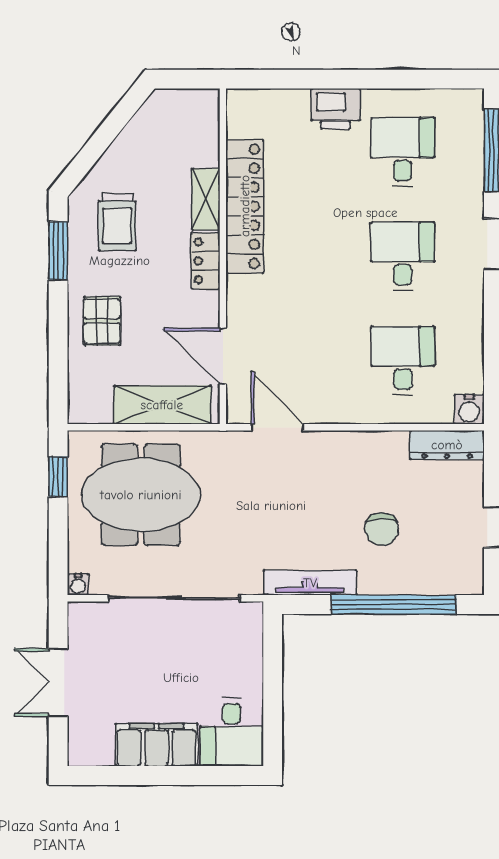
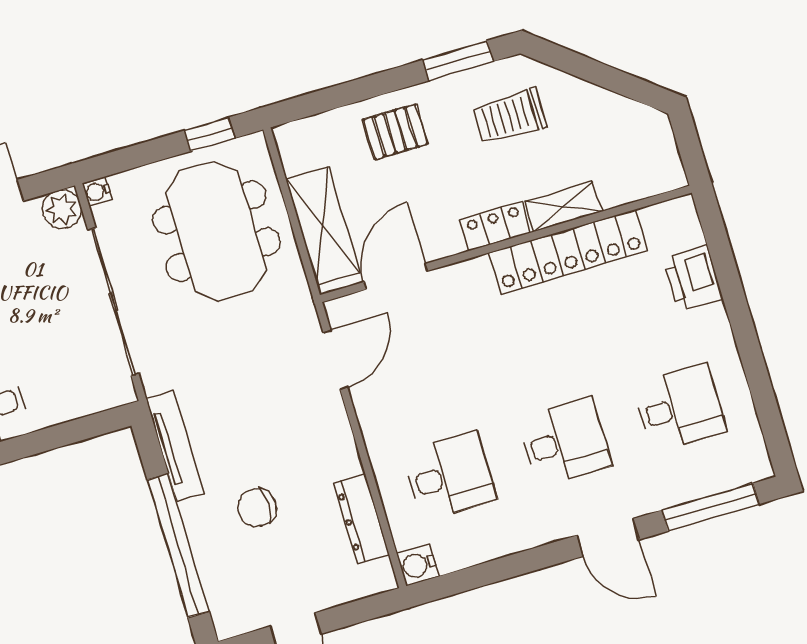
printer: (335, 109) -> (693, 279), moved
dresser: (447, 445) -> (361, 519), moved
plant: (84, 618) -> (62, 209), added

